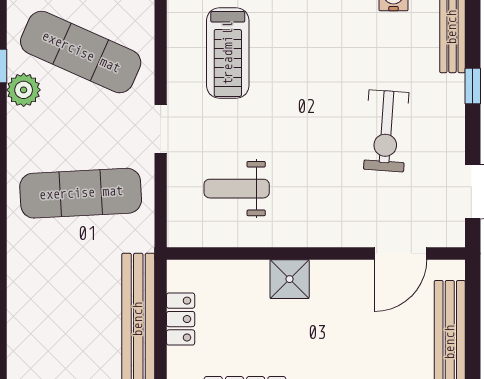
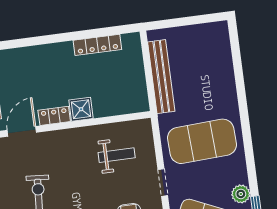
exercise mat: (81, 193) -> (202, 141), width x1.47
locker: (181, 319) -> (54, 116), moved, turned 90

